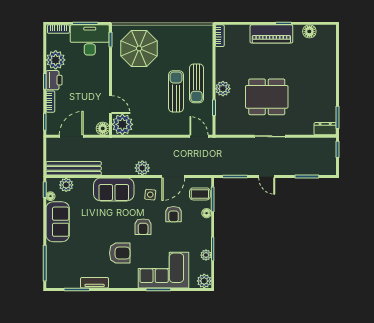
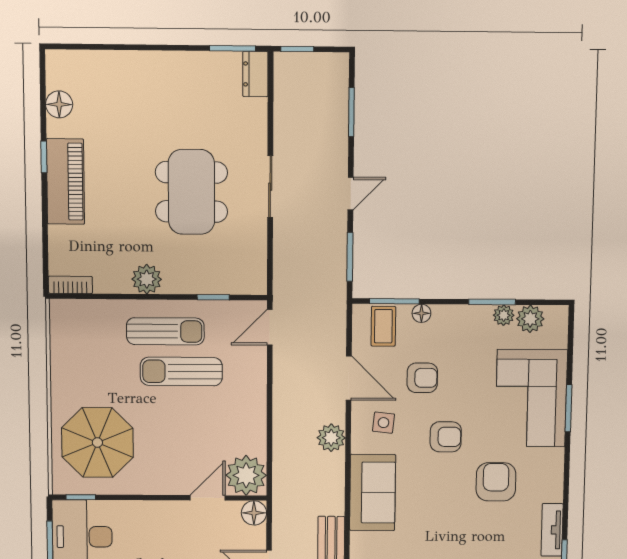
plant: (223, 89) -> (147, 279), moved
plant: (204, 281) -> (530, 319), moved

